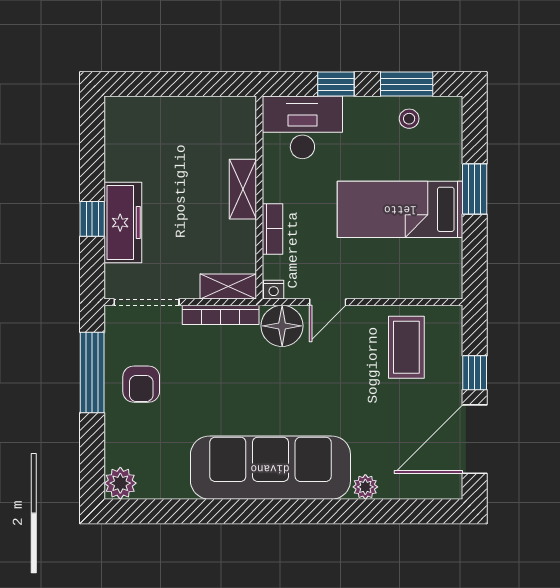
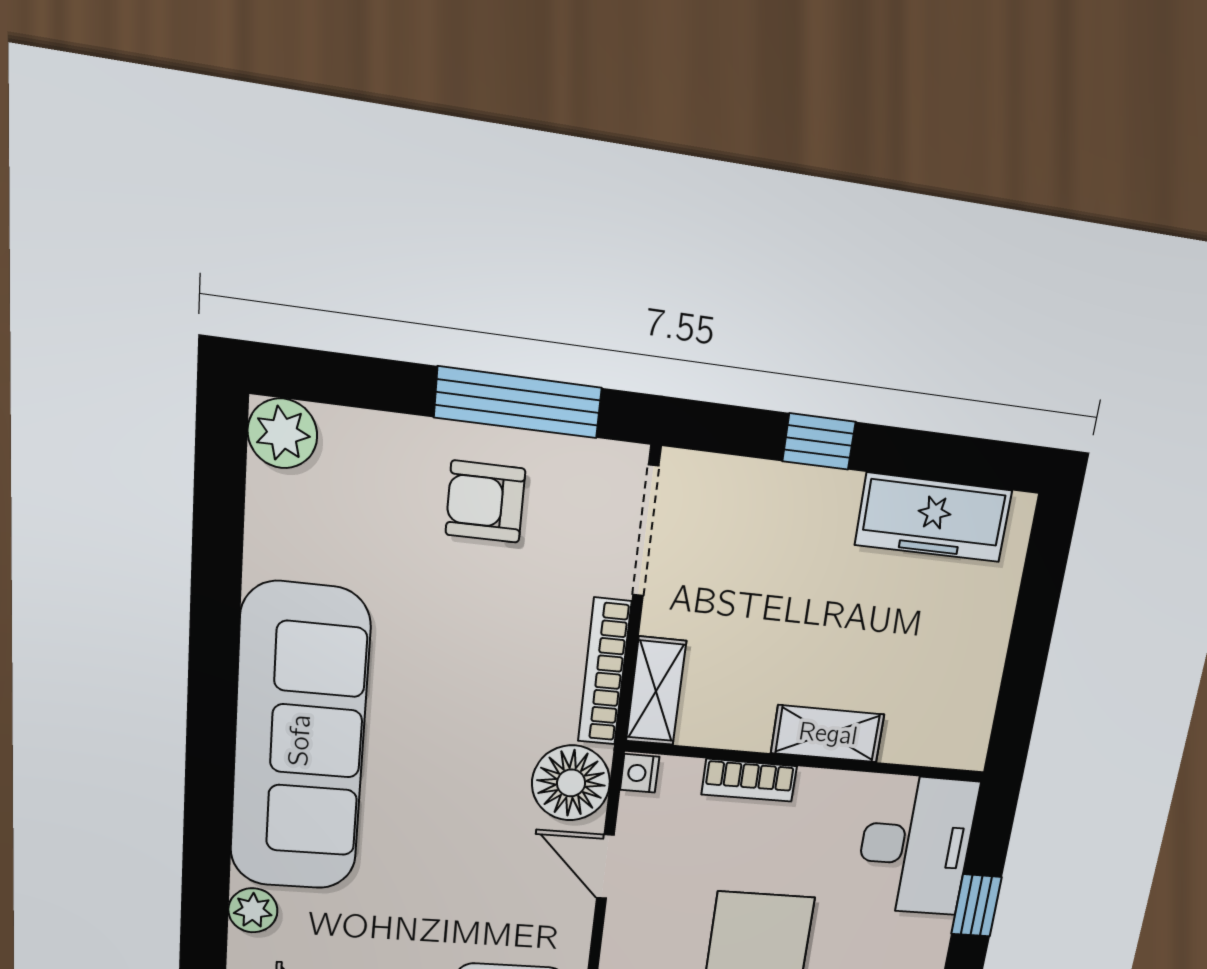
freezer: (123, 223) -> (934, 518), moved

